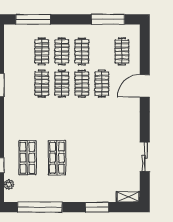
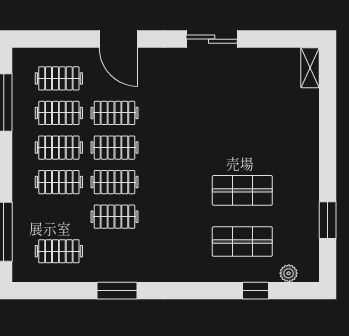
clothes rail: (42, 51) -> (59, 251), moved
clothes rail: (102, 51) -> (59, 113), added
sliding door: (145, 157) -> (212, 39), moved
window: (40, 207) -> (328, 220), width x0.47
window: (97, 207) -> (328, 122), removed

